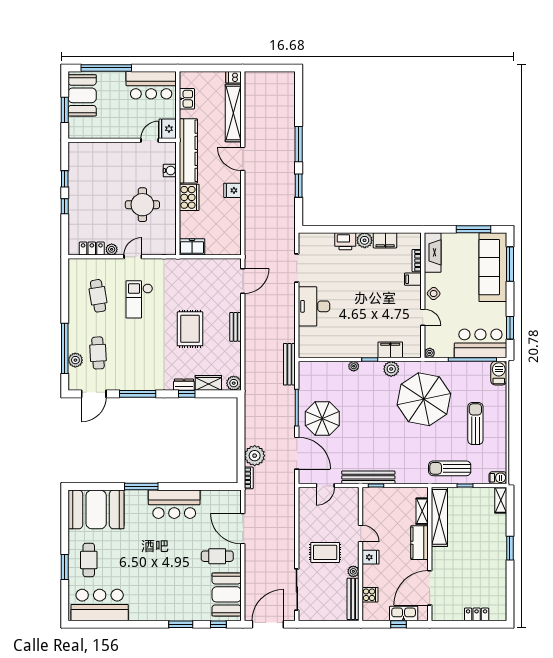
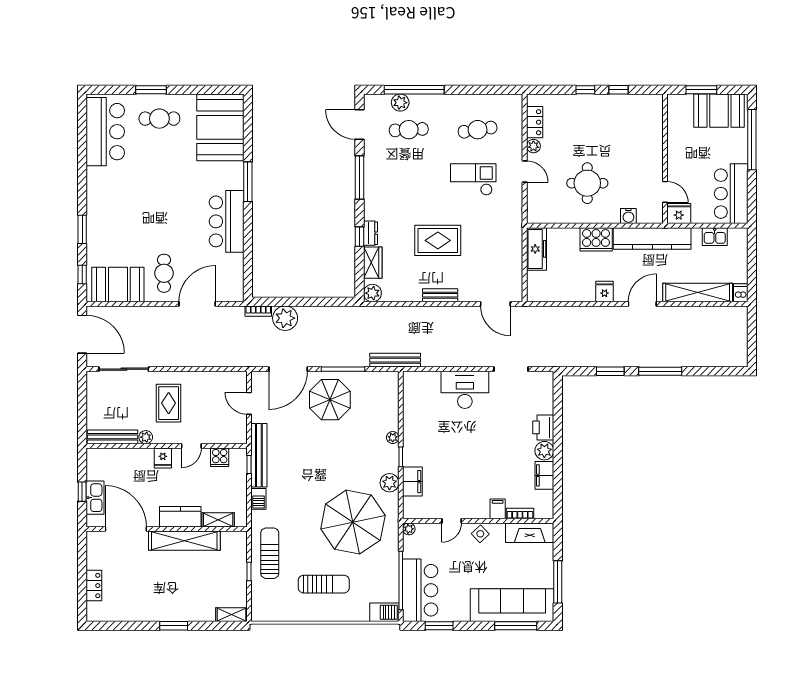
freezer: (192, 247) -> (537, 249), width x1.40
barbecue: (498, 478) -> (258, 499), moved
shelving: (439, 517) -> (184, 541), moved
cooker: (370, 595) -> (220, 457), moved

